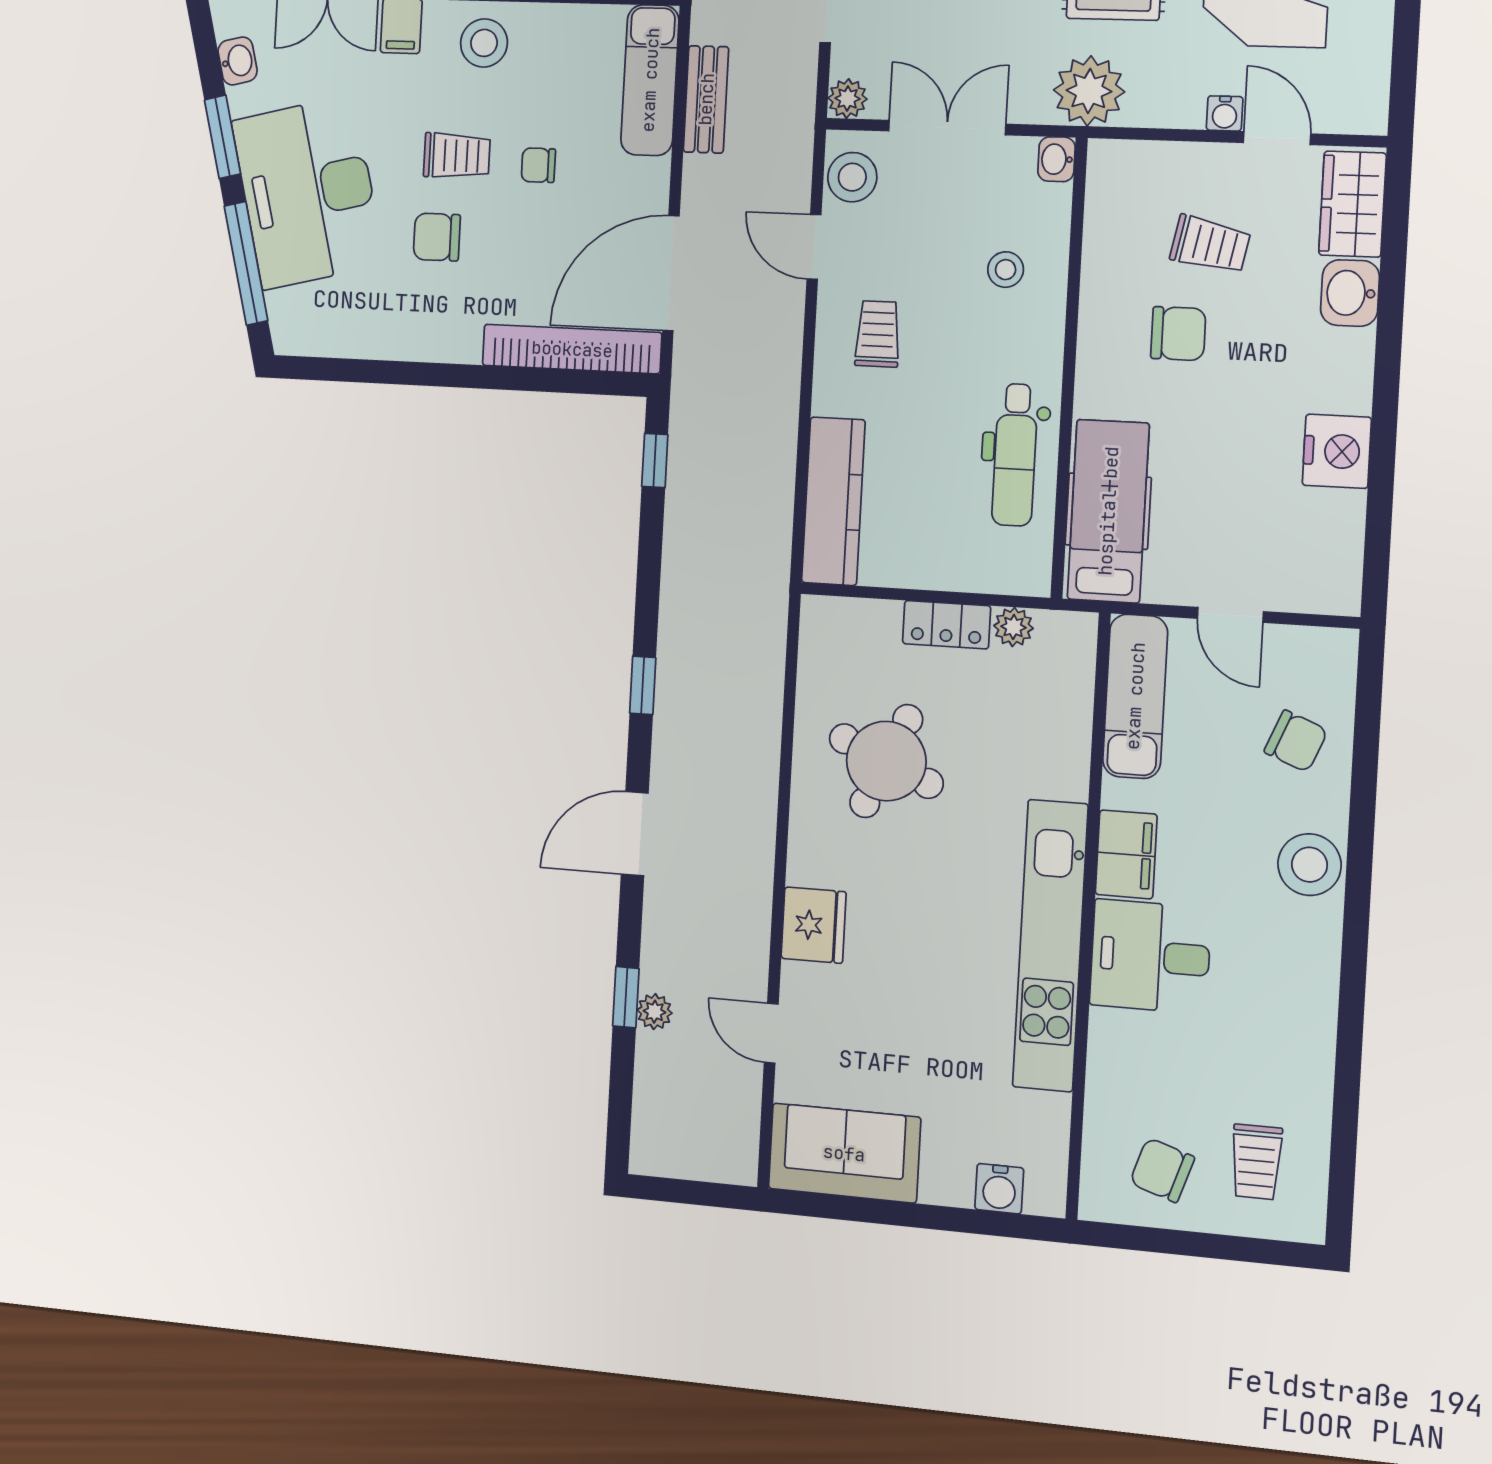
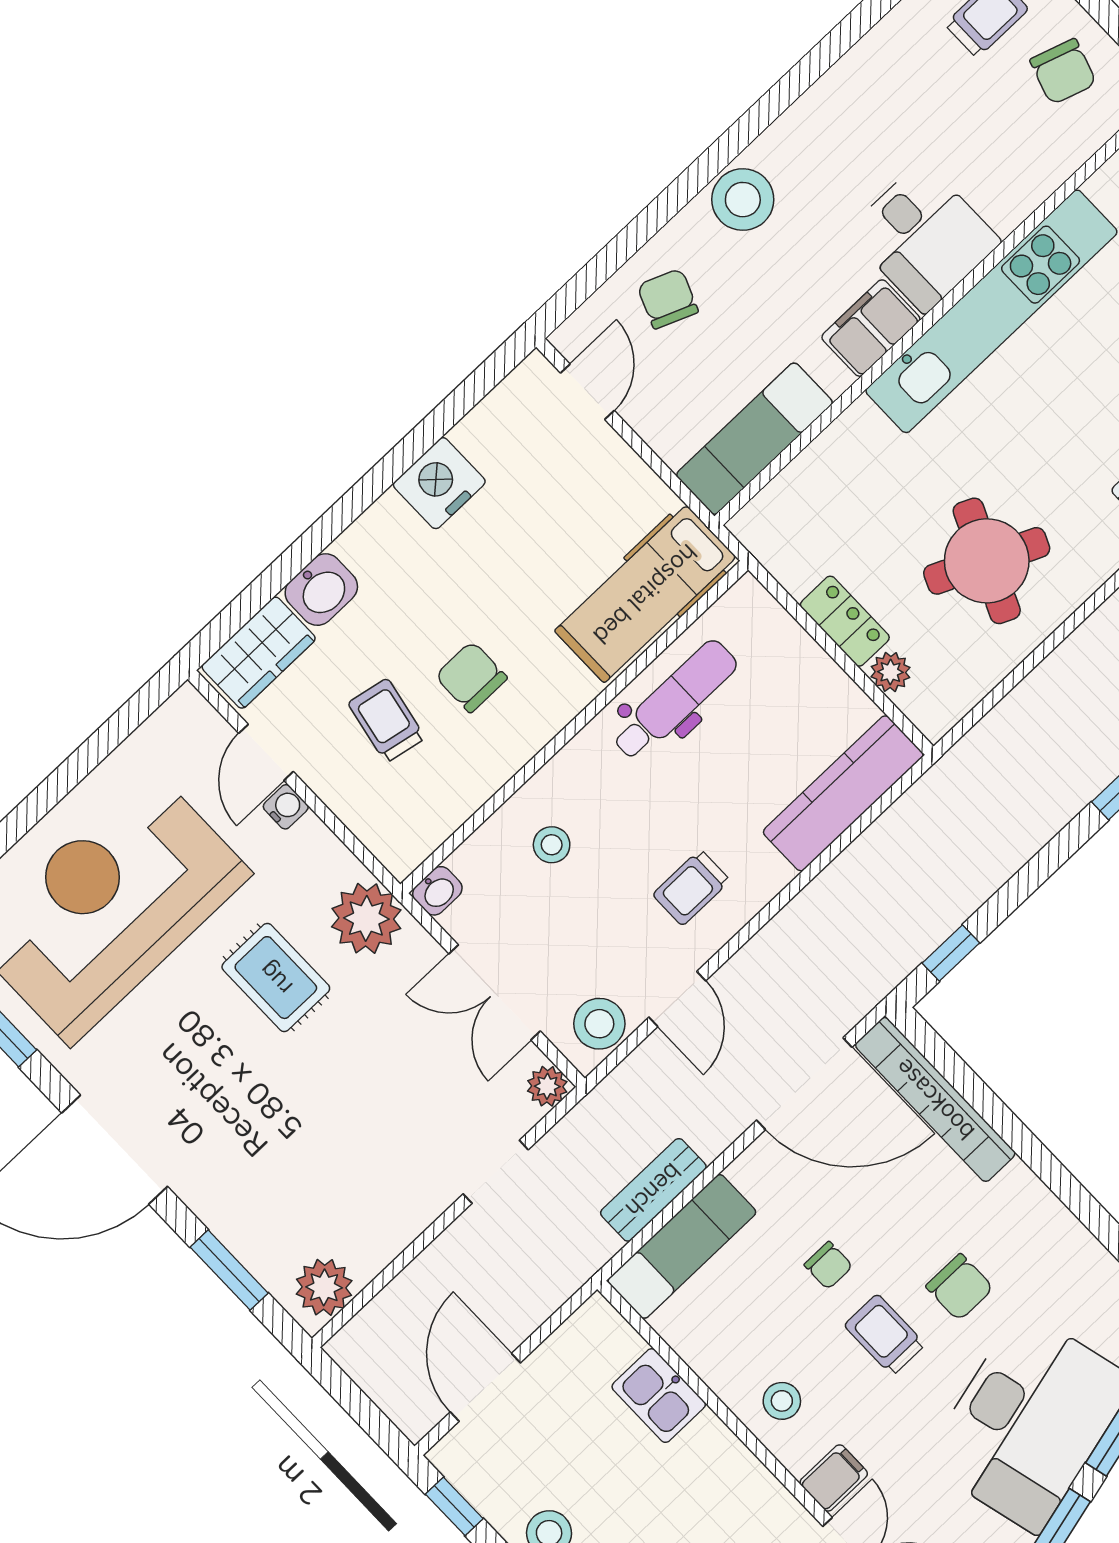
stool: (484, 43) -> (782, 1401), width x0.73, depth x0.73
door: (1230, 615) -> (587, 392), moved
plant: (1013, 627) -> (890, 672), moved

